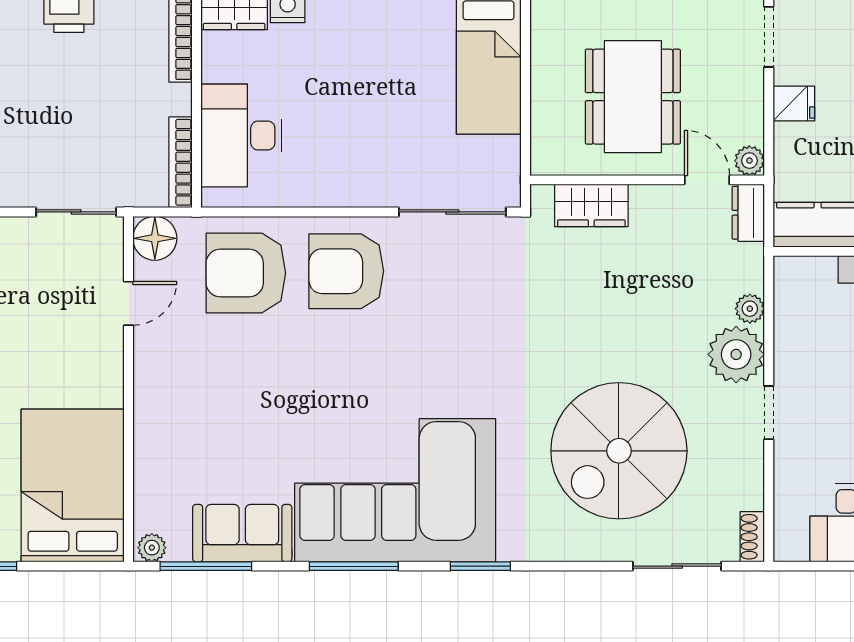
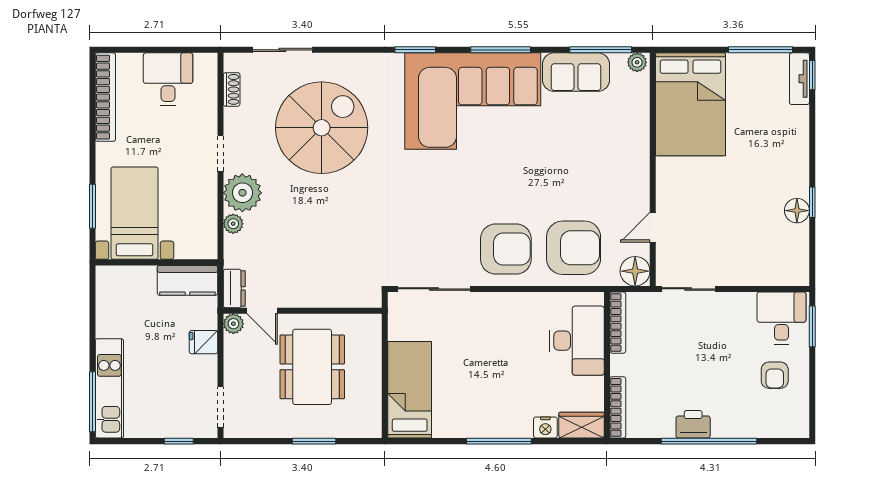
fridge: (794, 103) -> (204, 342), moved
wardrobe: (591, 205) -> (340, 293), removed
shoe rack: (752, 537) -> (232, 89), moved

